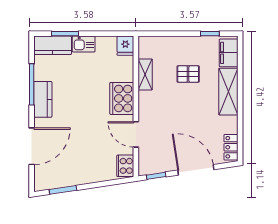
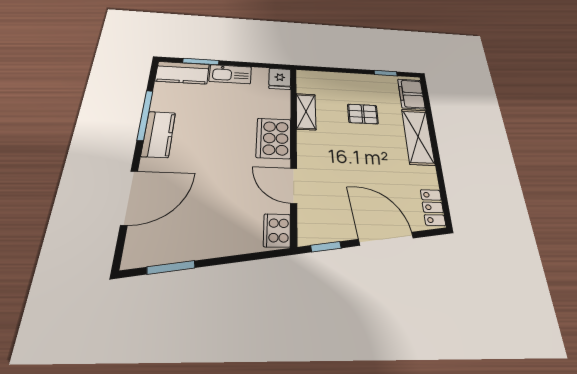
kitchen sink: (84, 44) -> (230, 74), width x1.38

